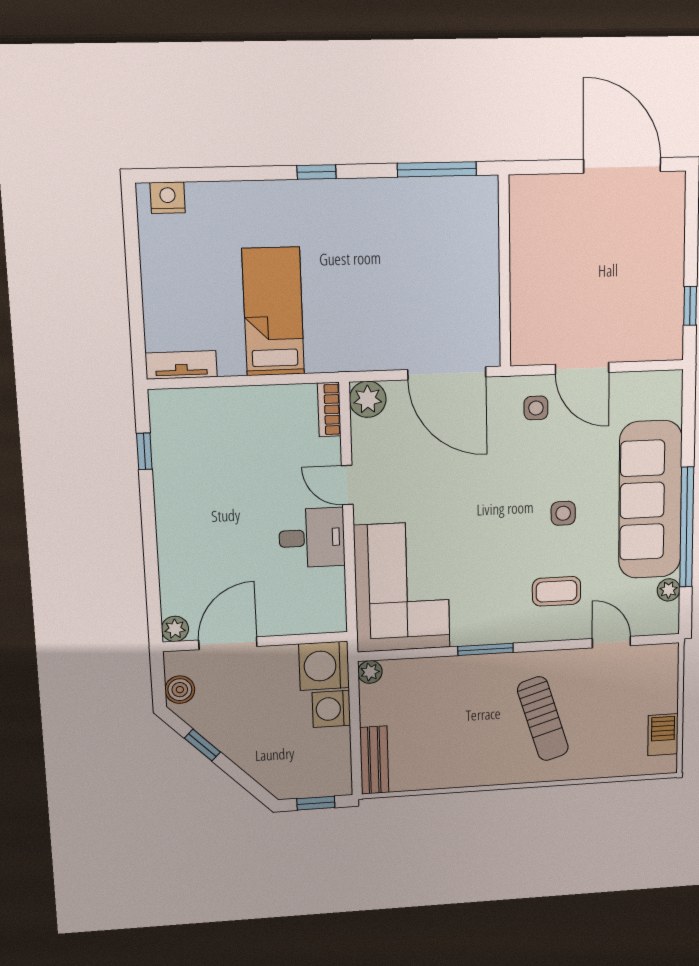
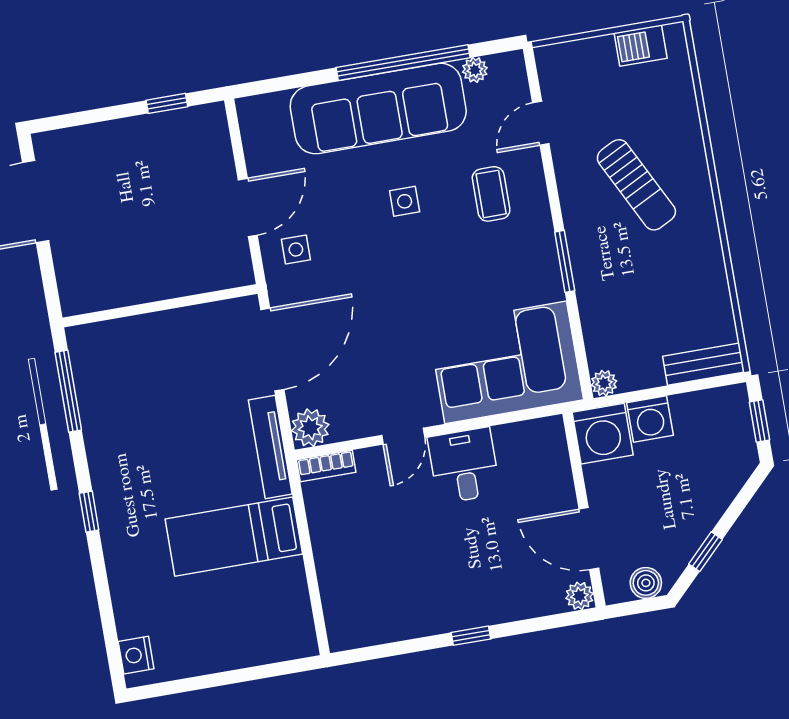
tv unit: (181, 365) -> (270, 447), moved, width x1.41
window: (144, 451) -> (471, 636), moved
sun lounger: (543, 719) -> (636, 185), turned 80

